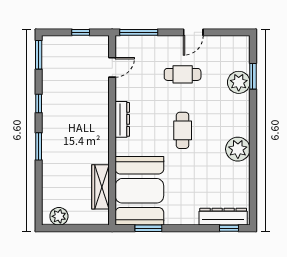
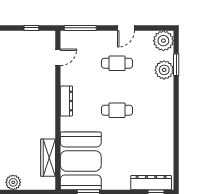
cafe table: (183, 130) -> (117, 110), turned 90
plant: (238, 149) -> (163, 41), moved

